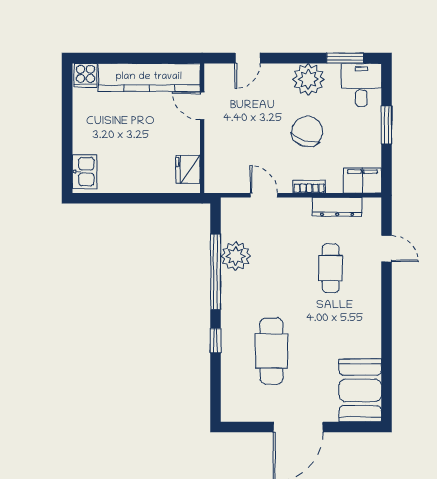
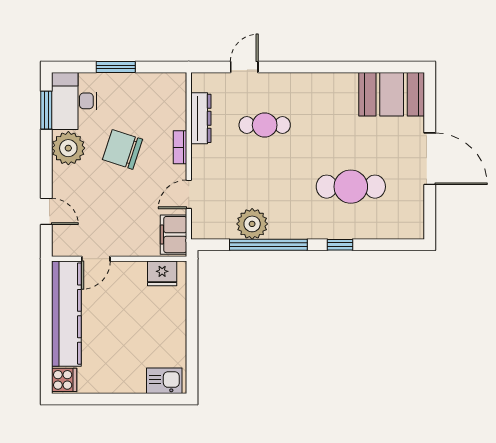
desk: (361, 85) -> (74, 101), width x1.37
filing cabinet: (362, 180) -> (173, 235), moved

